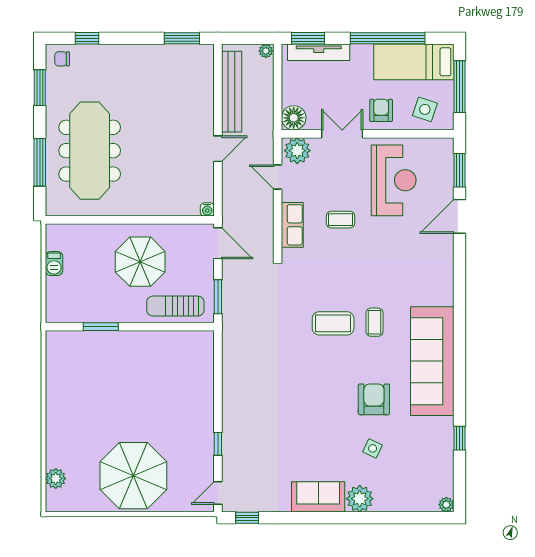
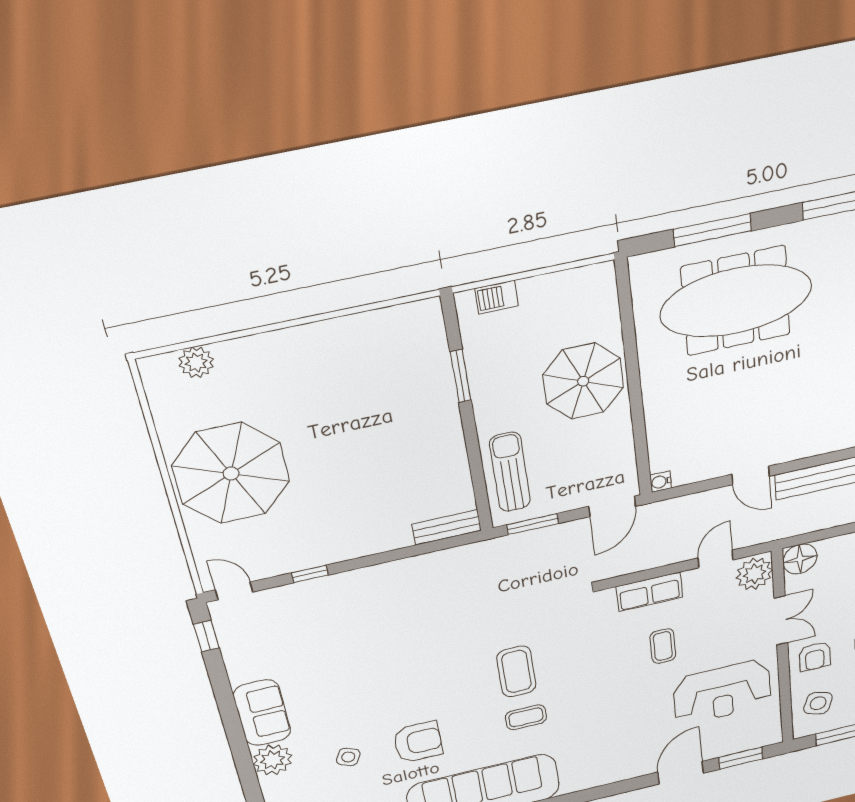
armchair: (381, 110) -> (815, 656), turned 90
door: (459, 216) -> (681, 773), hinge flipped
parasol: (140, 262) -> (583, 381), moved
barbecue: (54, 264) -> (497, 297), moved
bench: (206, 352) -> (447, 527), added

